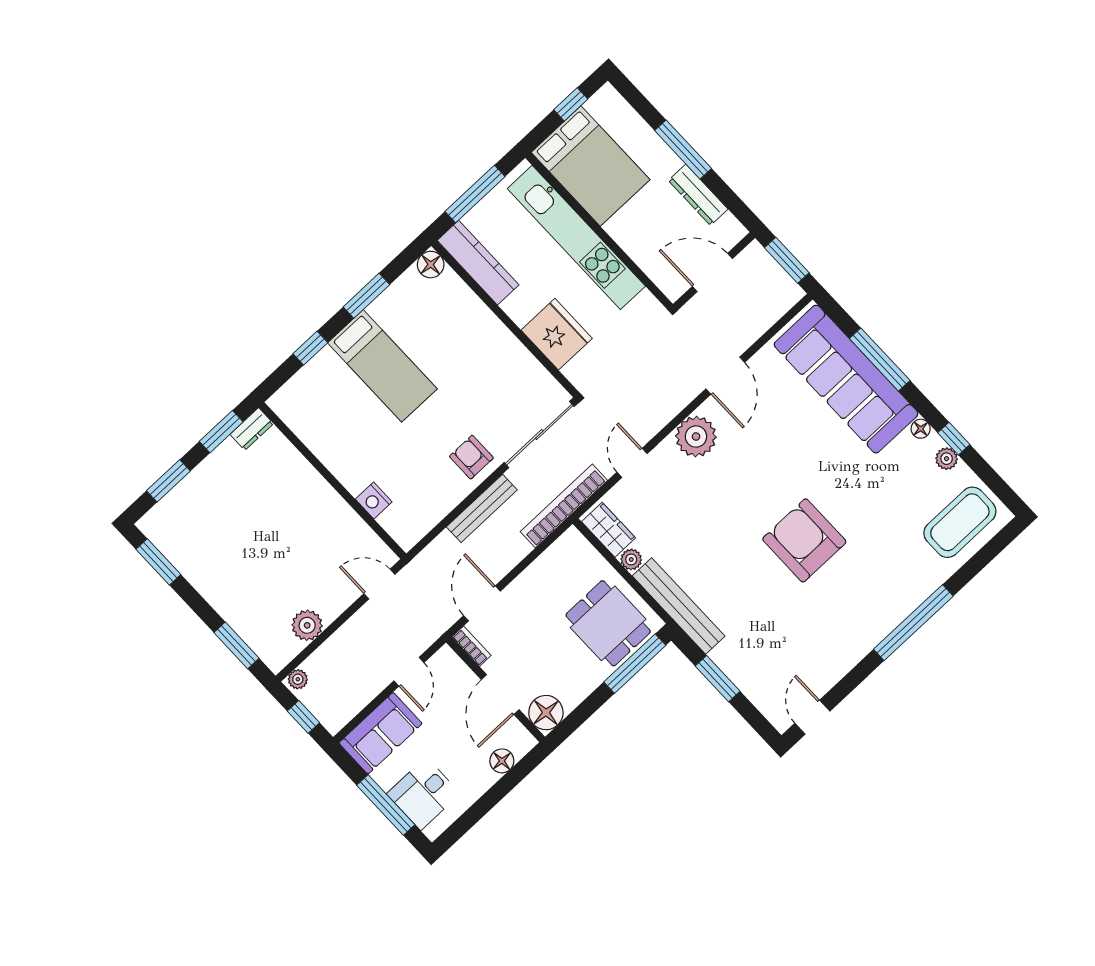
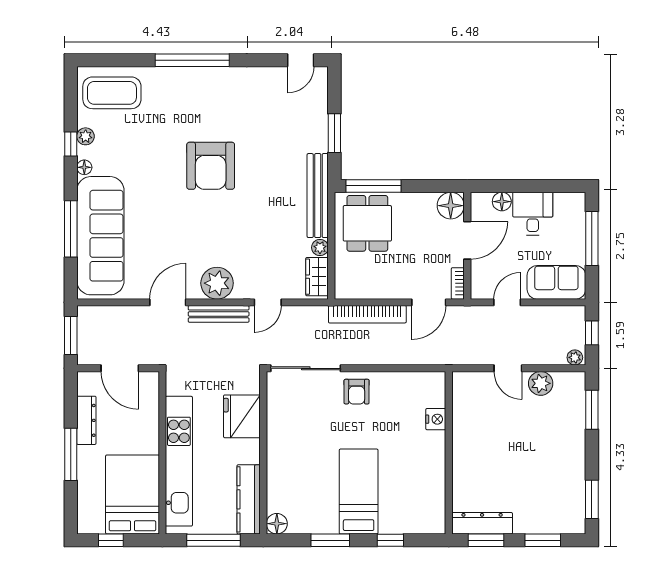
dresser: (252, 429) -> (482, 523), width x1.96, depth x1.24
bookcase: (564, 506) -> (367, 314), moved
bench: (482, 508) -> (219, 314), moved
door: (379, 584) -> (508, 368), moved
desk: (423, 794) -> (533, 214), moved, turned -90

